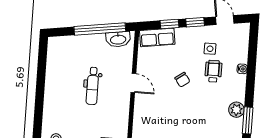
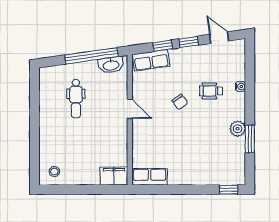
side table: (210, 49) -> (206, 68), removed
wheelchair: (213, 71) -> (211, 91), turned -90
dental chair: (93, 86) -> (76, 98), moved

